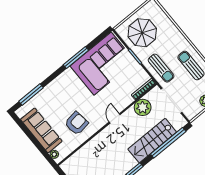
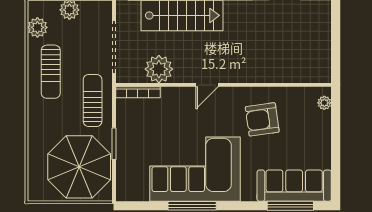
parasol: (142, 33) -> (79, 167), width x1.36, depth x1.36
corner sofa: (103, 64) -> (195, 169), moved
sofa: (41, 130) -> (294, 186), moved, turned 90

